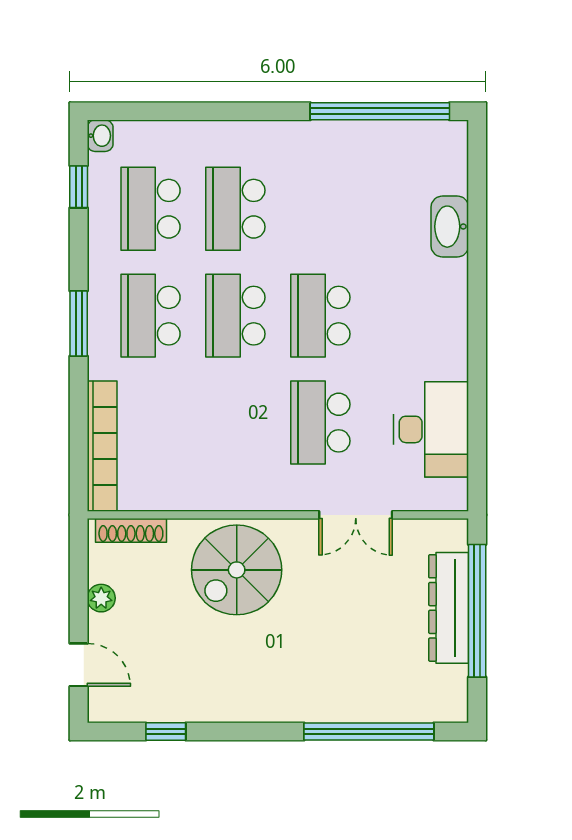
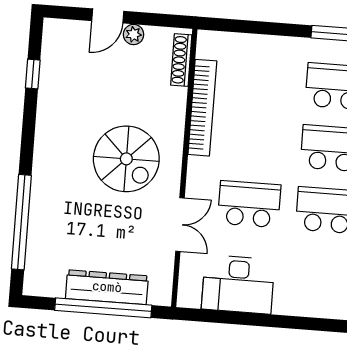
bookcase: (102, 446) -> (202, 108), moved, turned -90
double door: (356, 515) -> (180, 225), swing flipped
spiral stairs: (237, 570) -> (126, 159), moved, turned 180
door: (79, 665) -> (108, 16), moved

